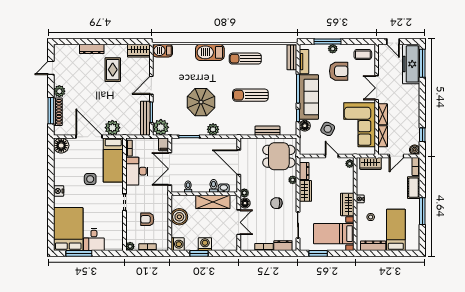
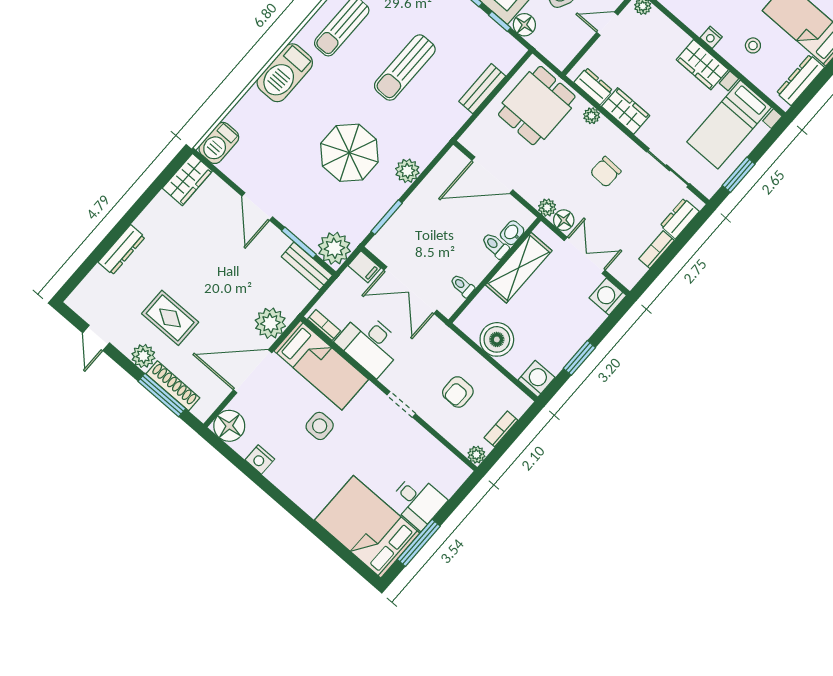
rug: (113, 70) -> (170, 318), moved
bench: (145, 118) -> (307, 266), width x0.73
nightstand: (59, 191) -> (260, 460), moved
washing machine: (205, 244) -> (608, 297), moved

